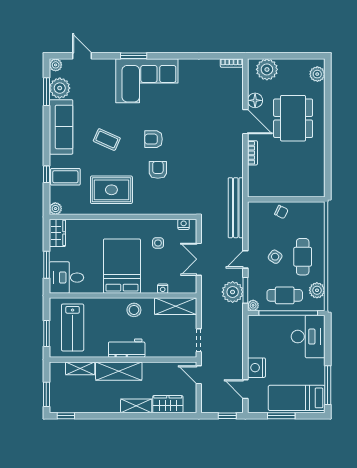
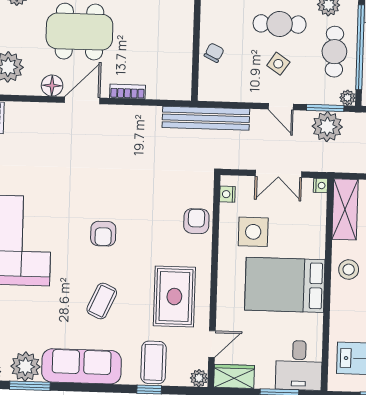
armchair: (158, 170) -> (196, 221), moved, turned 90
door: (79, 217) -> (212, 344), added
side table: (158, 243) -> (253, 232), width x1.87, depth x1.87
nightstand: (163, 289) -> (321, 185), moved

